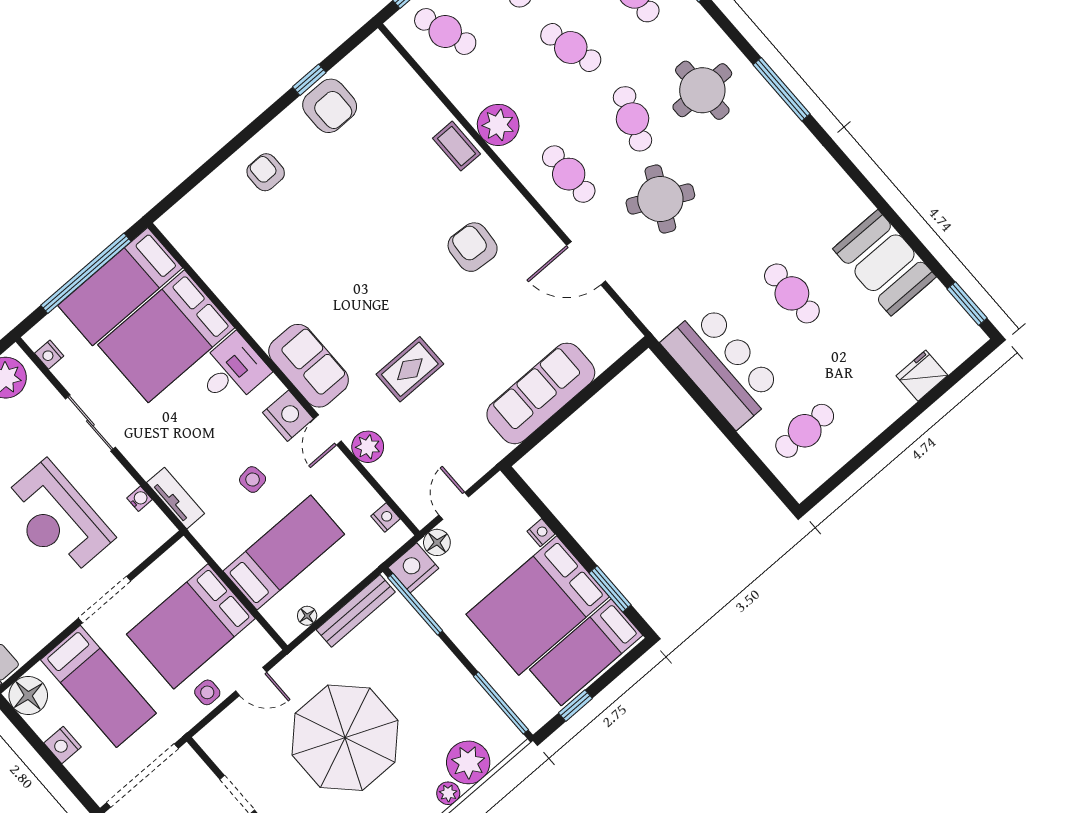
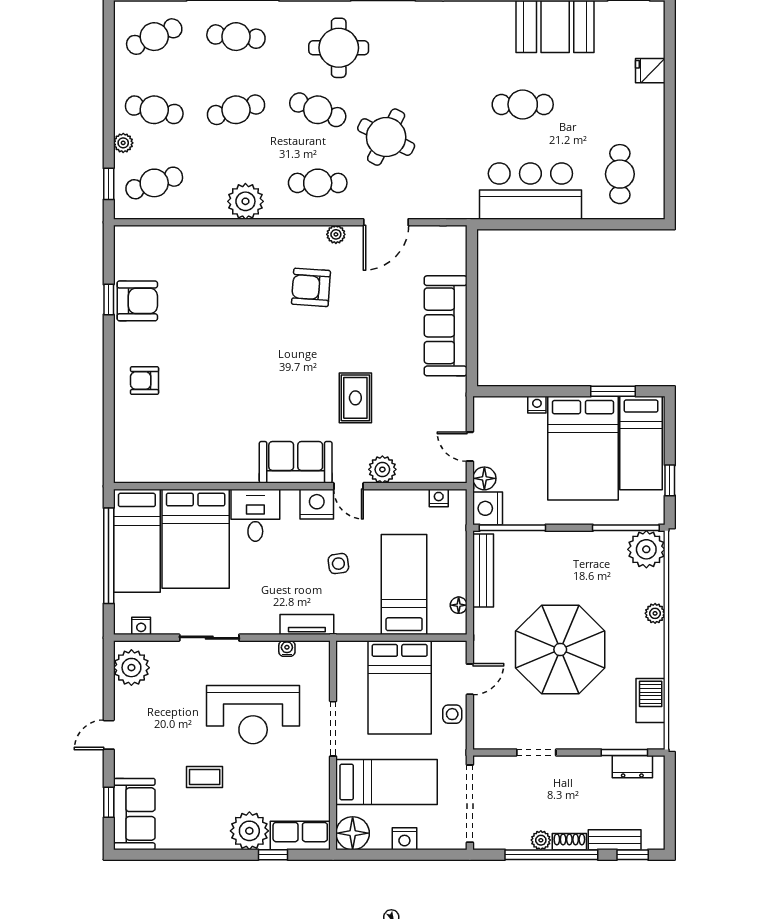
coffee table: (456, 146) -> (236, 241), removed
plant: (538, 229) -> (336, 234), added
fridge: (922, 376) -> (650, 71), width x0.72
plant: (468, 762) -> (646, 549), moved

